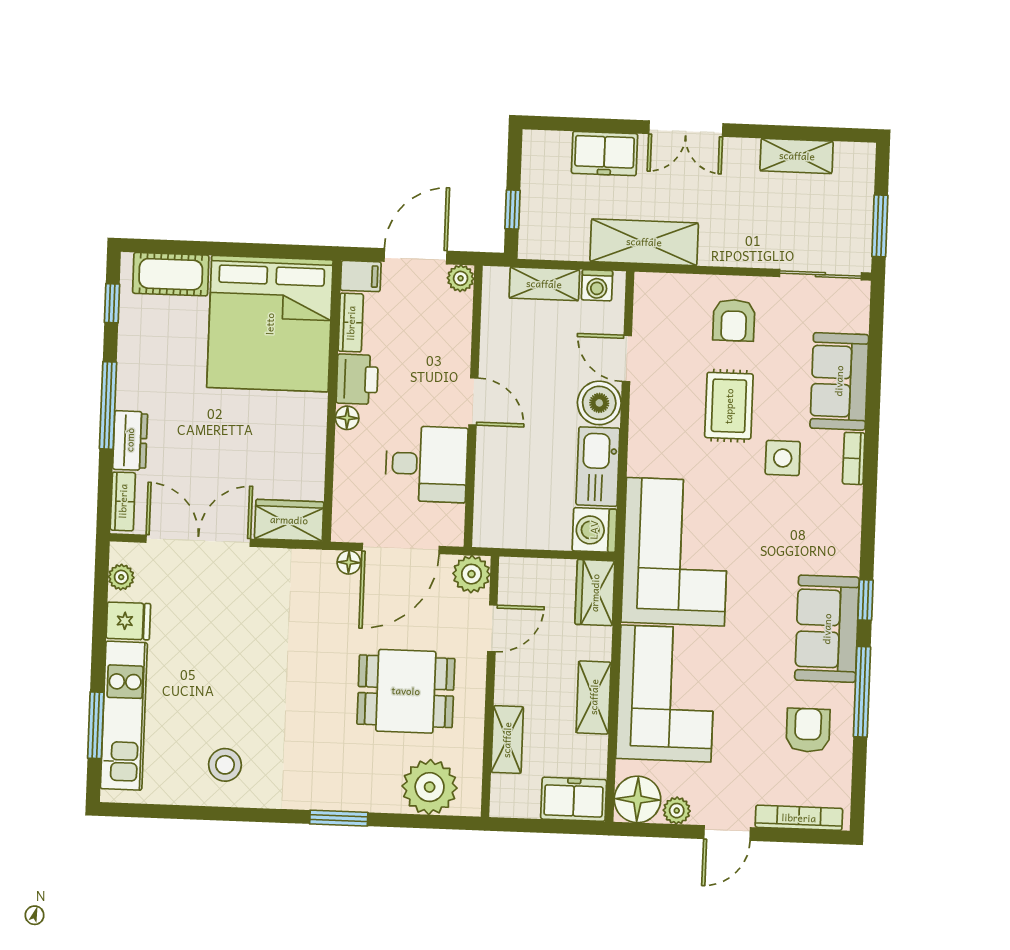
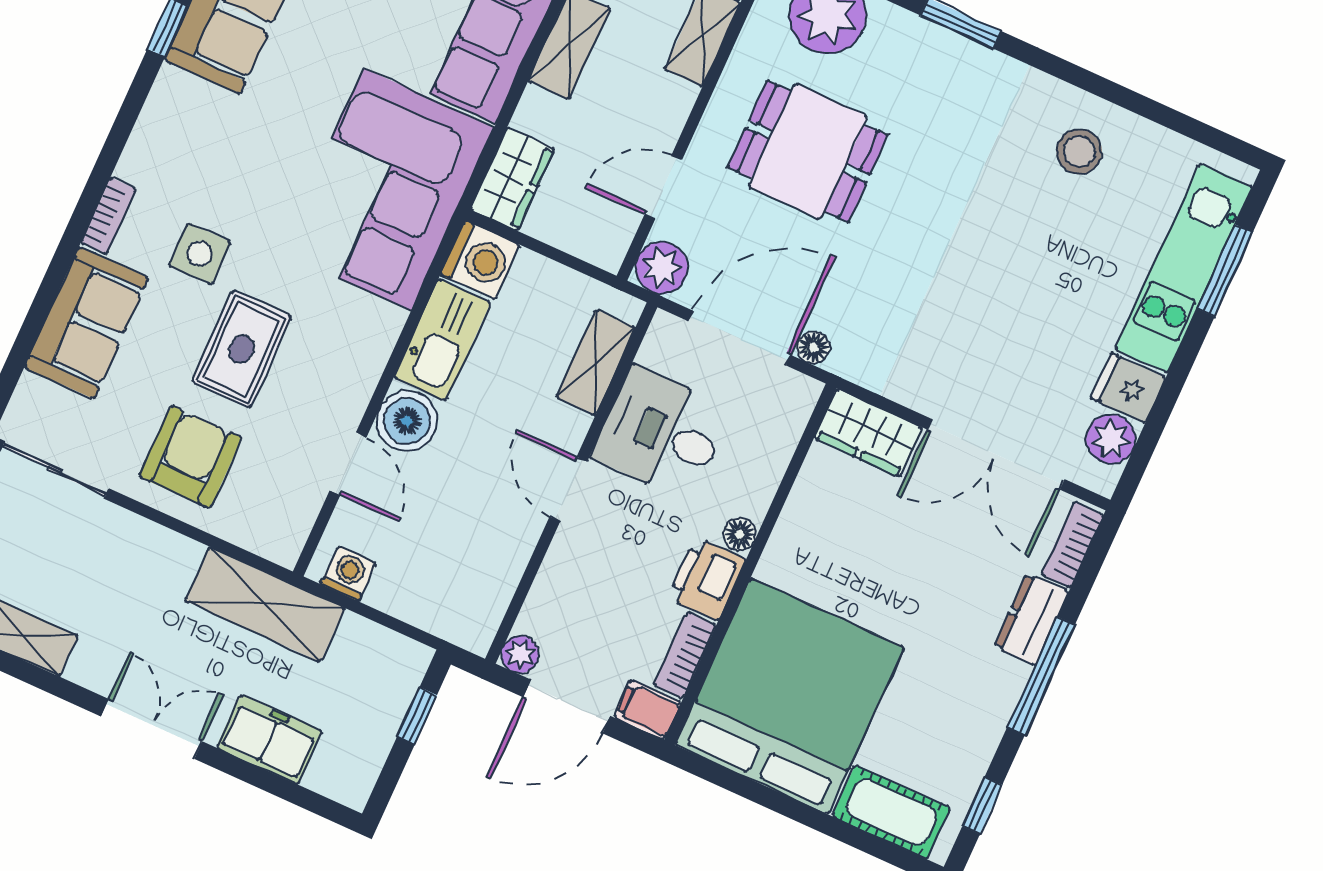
shelving: (544, 284) -> (596, 362), moved, turned 90
armchair: (734, 320) -> (190, 457), width x1.38, depth x1.38
plant: (121, 577) -> (1111, 439), width x1.38, depth x1.38

